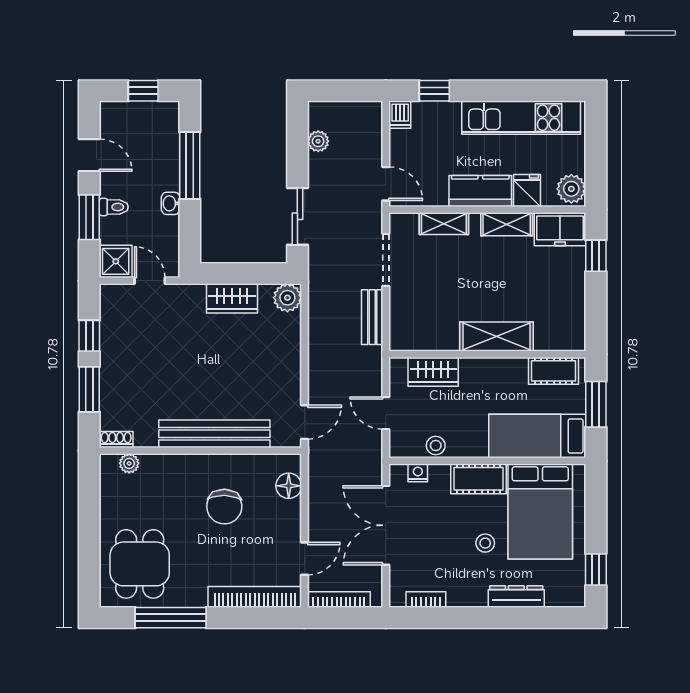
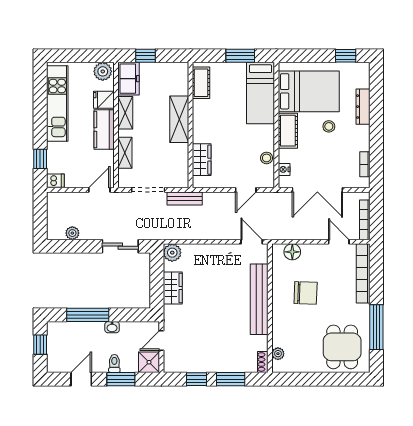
shelving: (496, 337) -> (179, 119), moved
wall: (487, 354) -> (190, 125), moved
cot: (554, 371) -> (201, 83), moved
wardrobe: (433, 372) -> (202, 160), moved
dining table: (140, 564) -> (342, 347), turned 90

